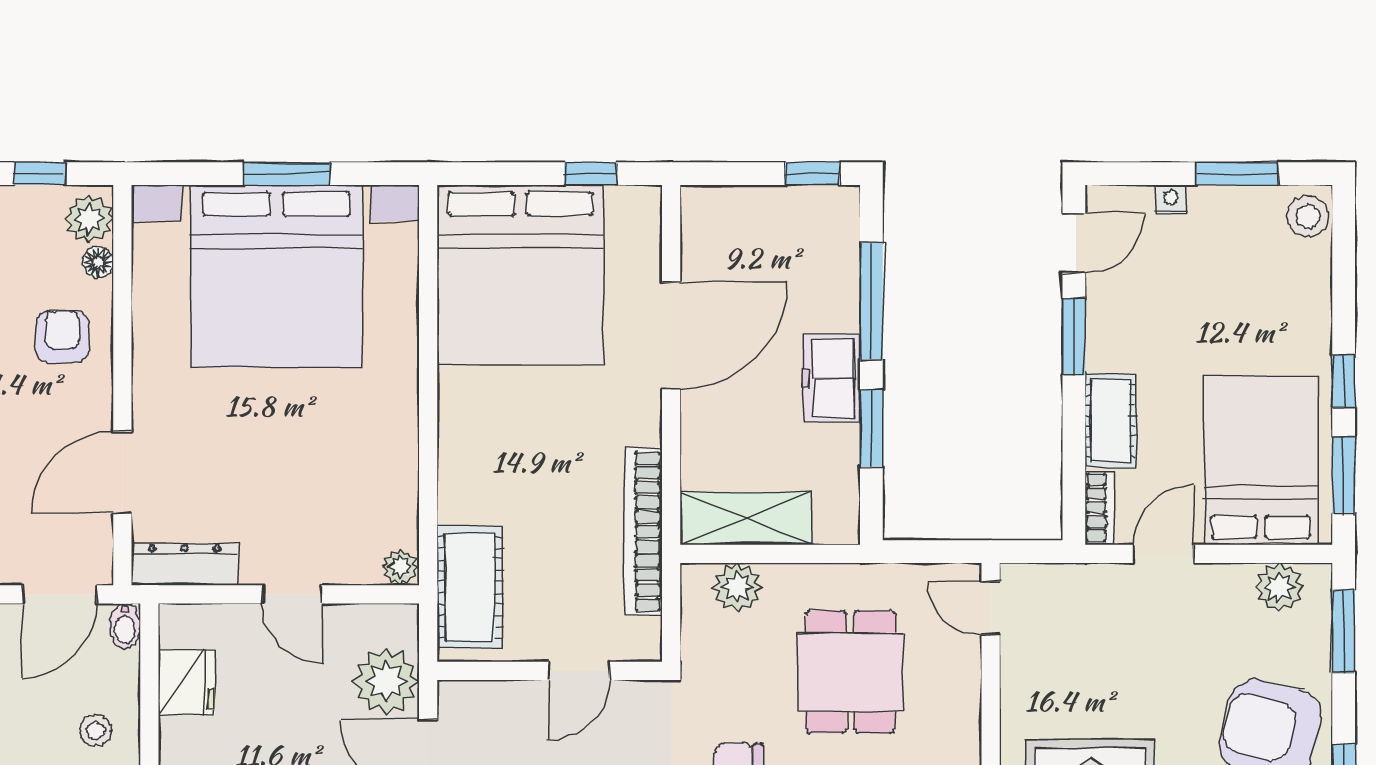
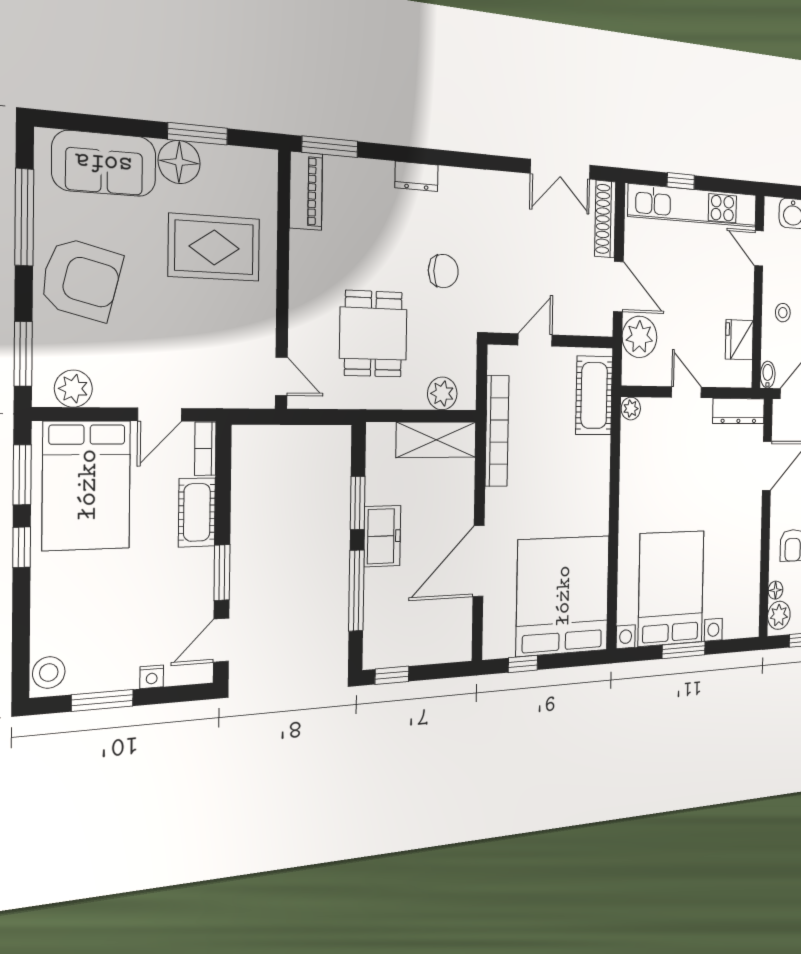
bed with nightstands: (276, 276) -> (671, 588), width x0.73

